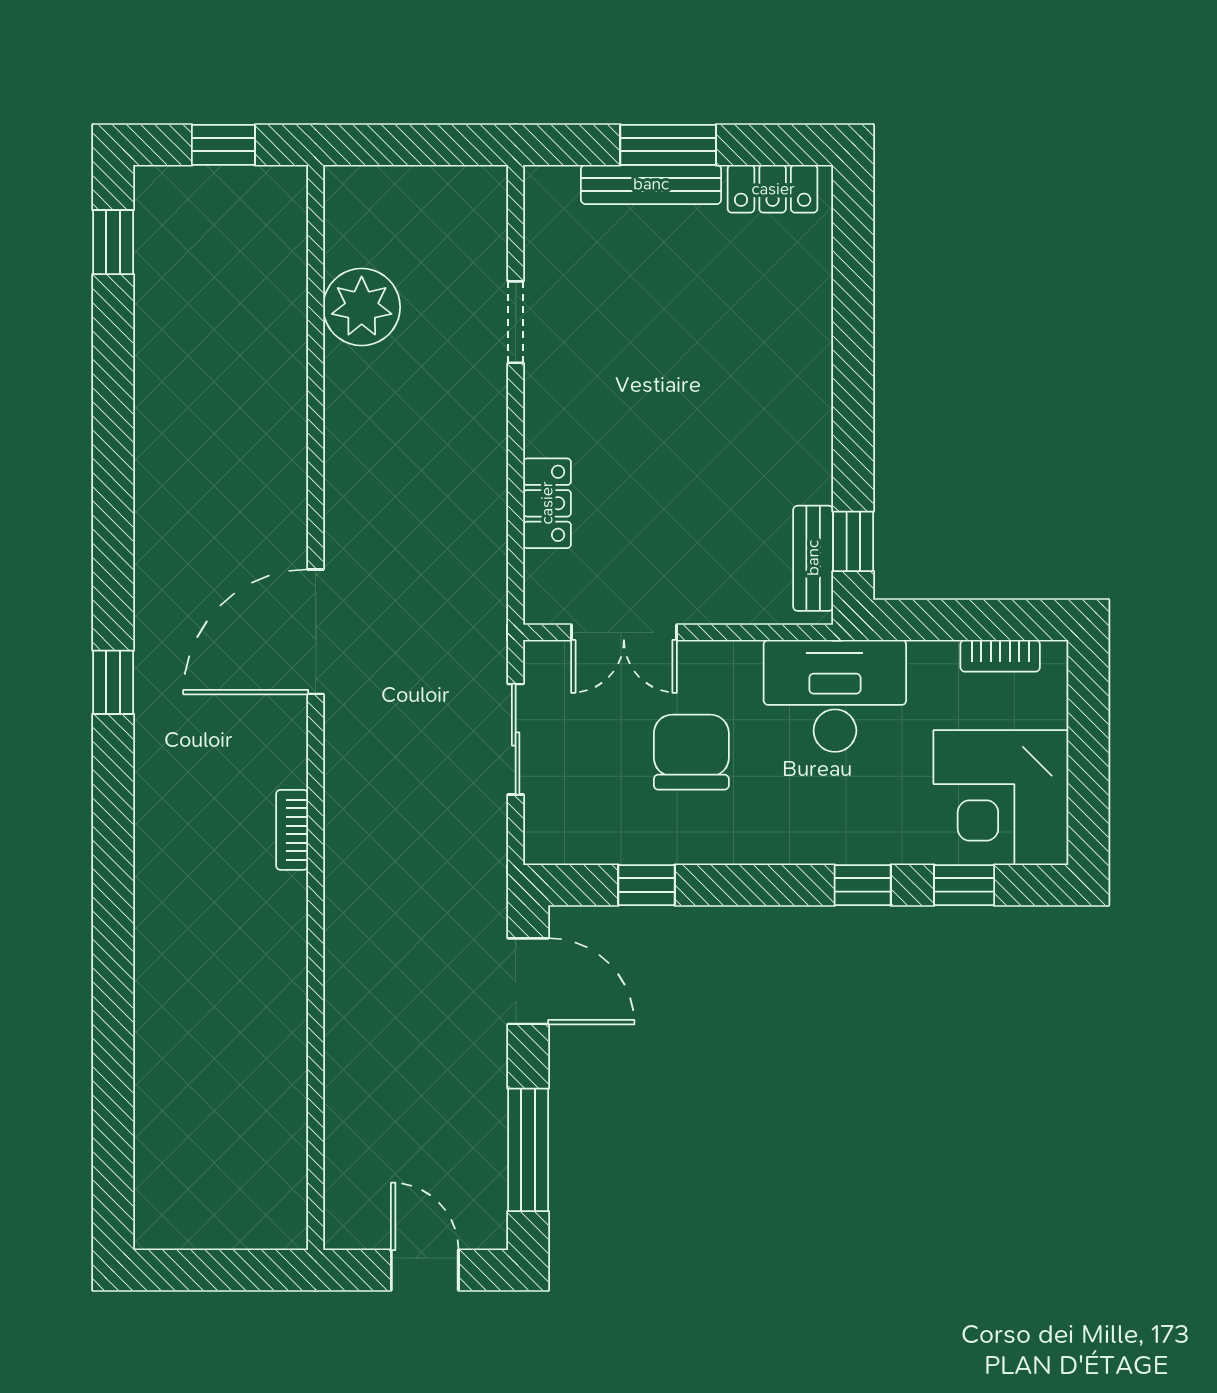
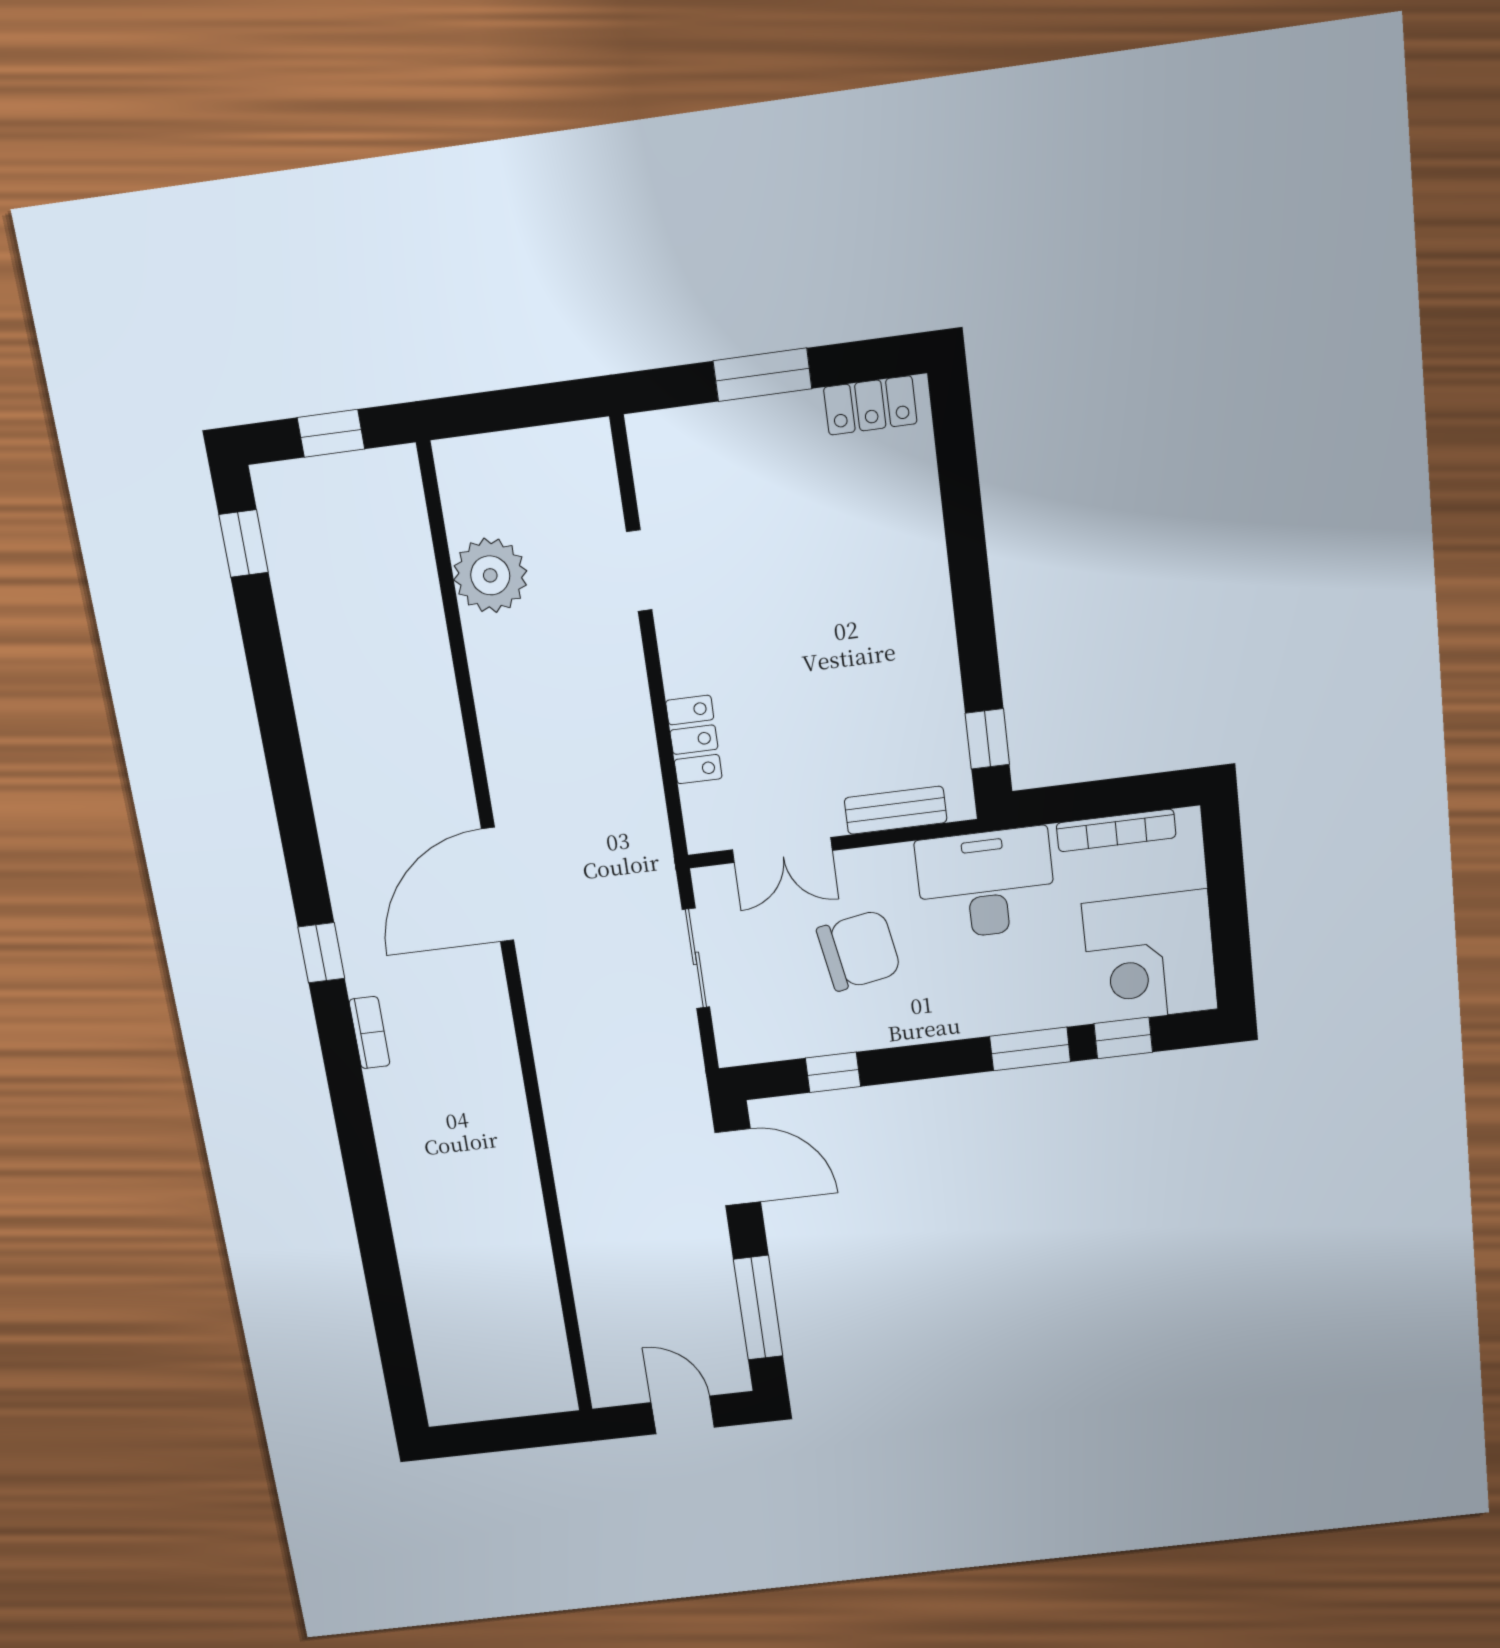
bench: (651, 184) -> (751, 417), removed
bench: (813, 558) -> (896, 810), moved, turned 90
bookcase: (1000, 656) -> (1116, 830), width x1.56
chair: (691, 752) -> (859, 950), turned 80
bookcase: (292, 830) -> (369, 1033), moved, turned 180
window: (863, 885) -> (1030, 1049), width x1.50

